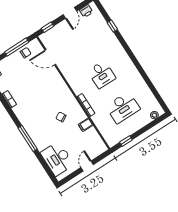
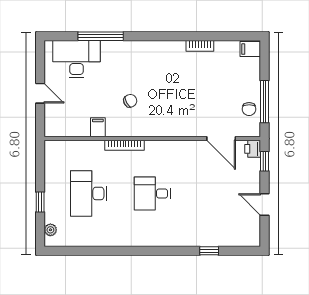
printer: (86, 11) -> (253, 149), moved
door: (50, 57) -> (221, 139), swing flipped
window: (28, 139) -> (101, 36), moved
window: (126, 141) -> (40, 202), moved

